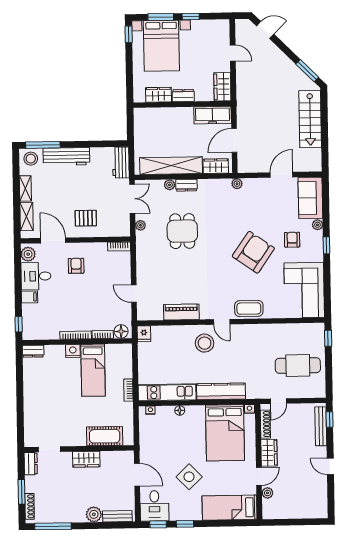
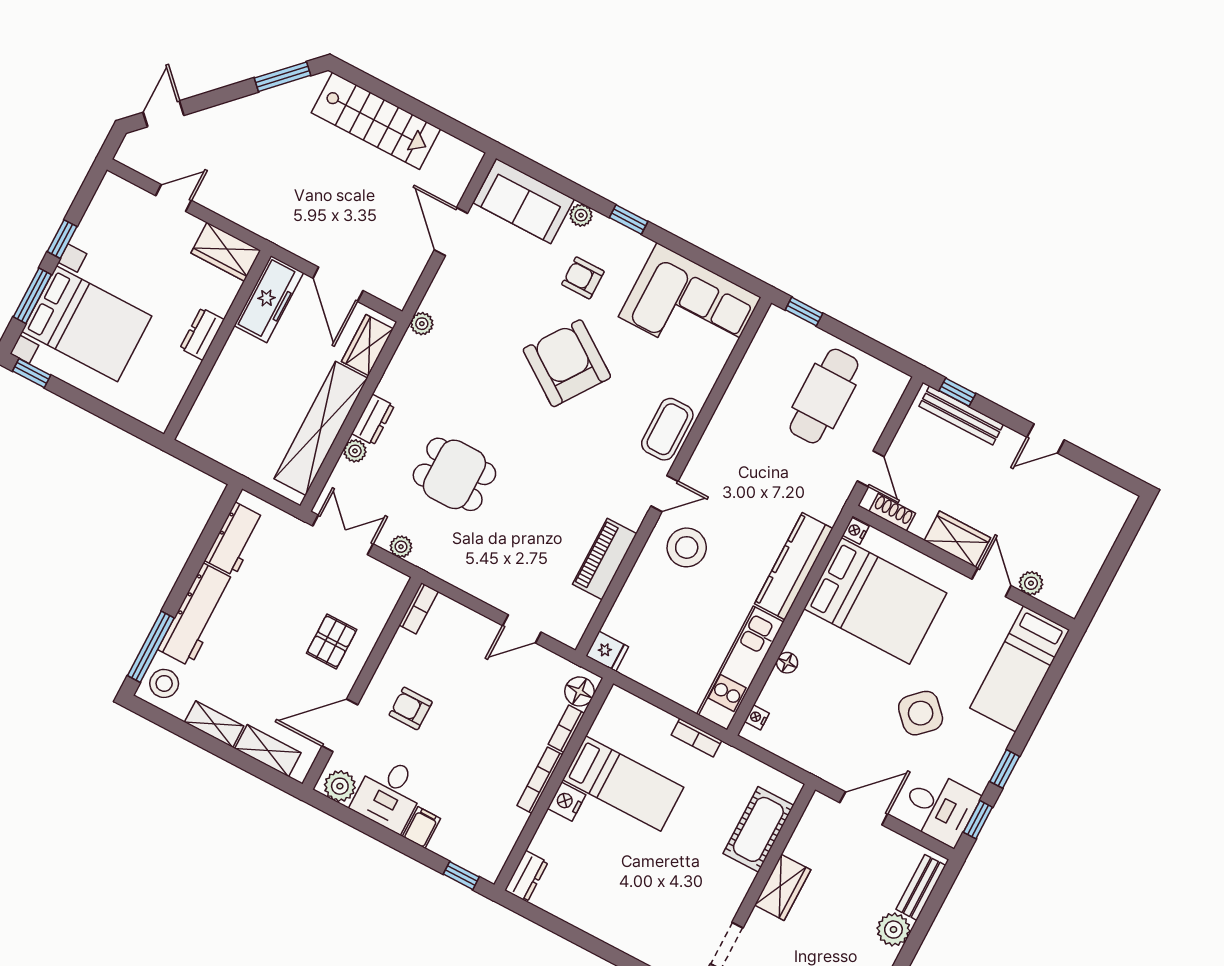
wardrobe: (159, 95) -> (175, 379), removed
workbench: (121, 162) -> (235, 539), moved, turned -90
shoe rack: (265, 424) -> (892, 512), width x0.70

